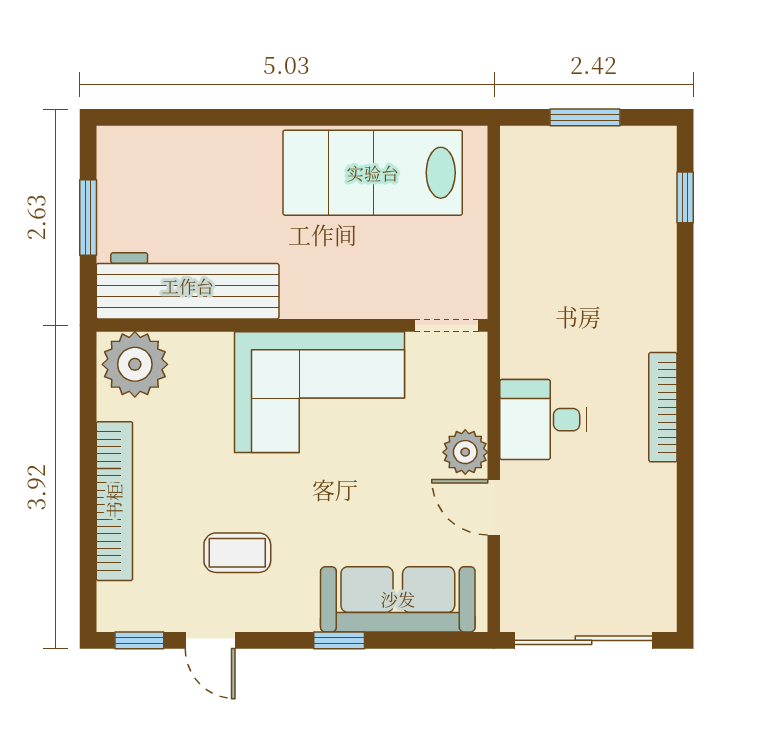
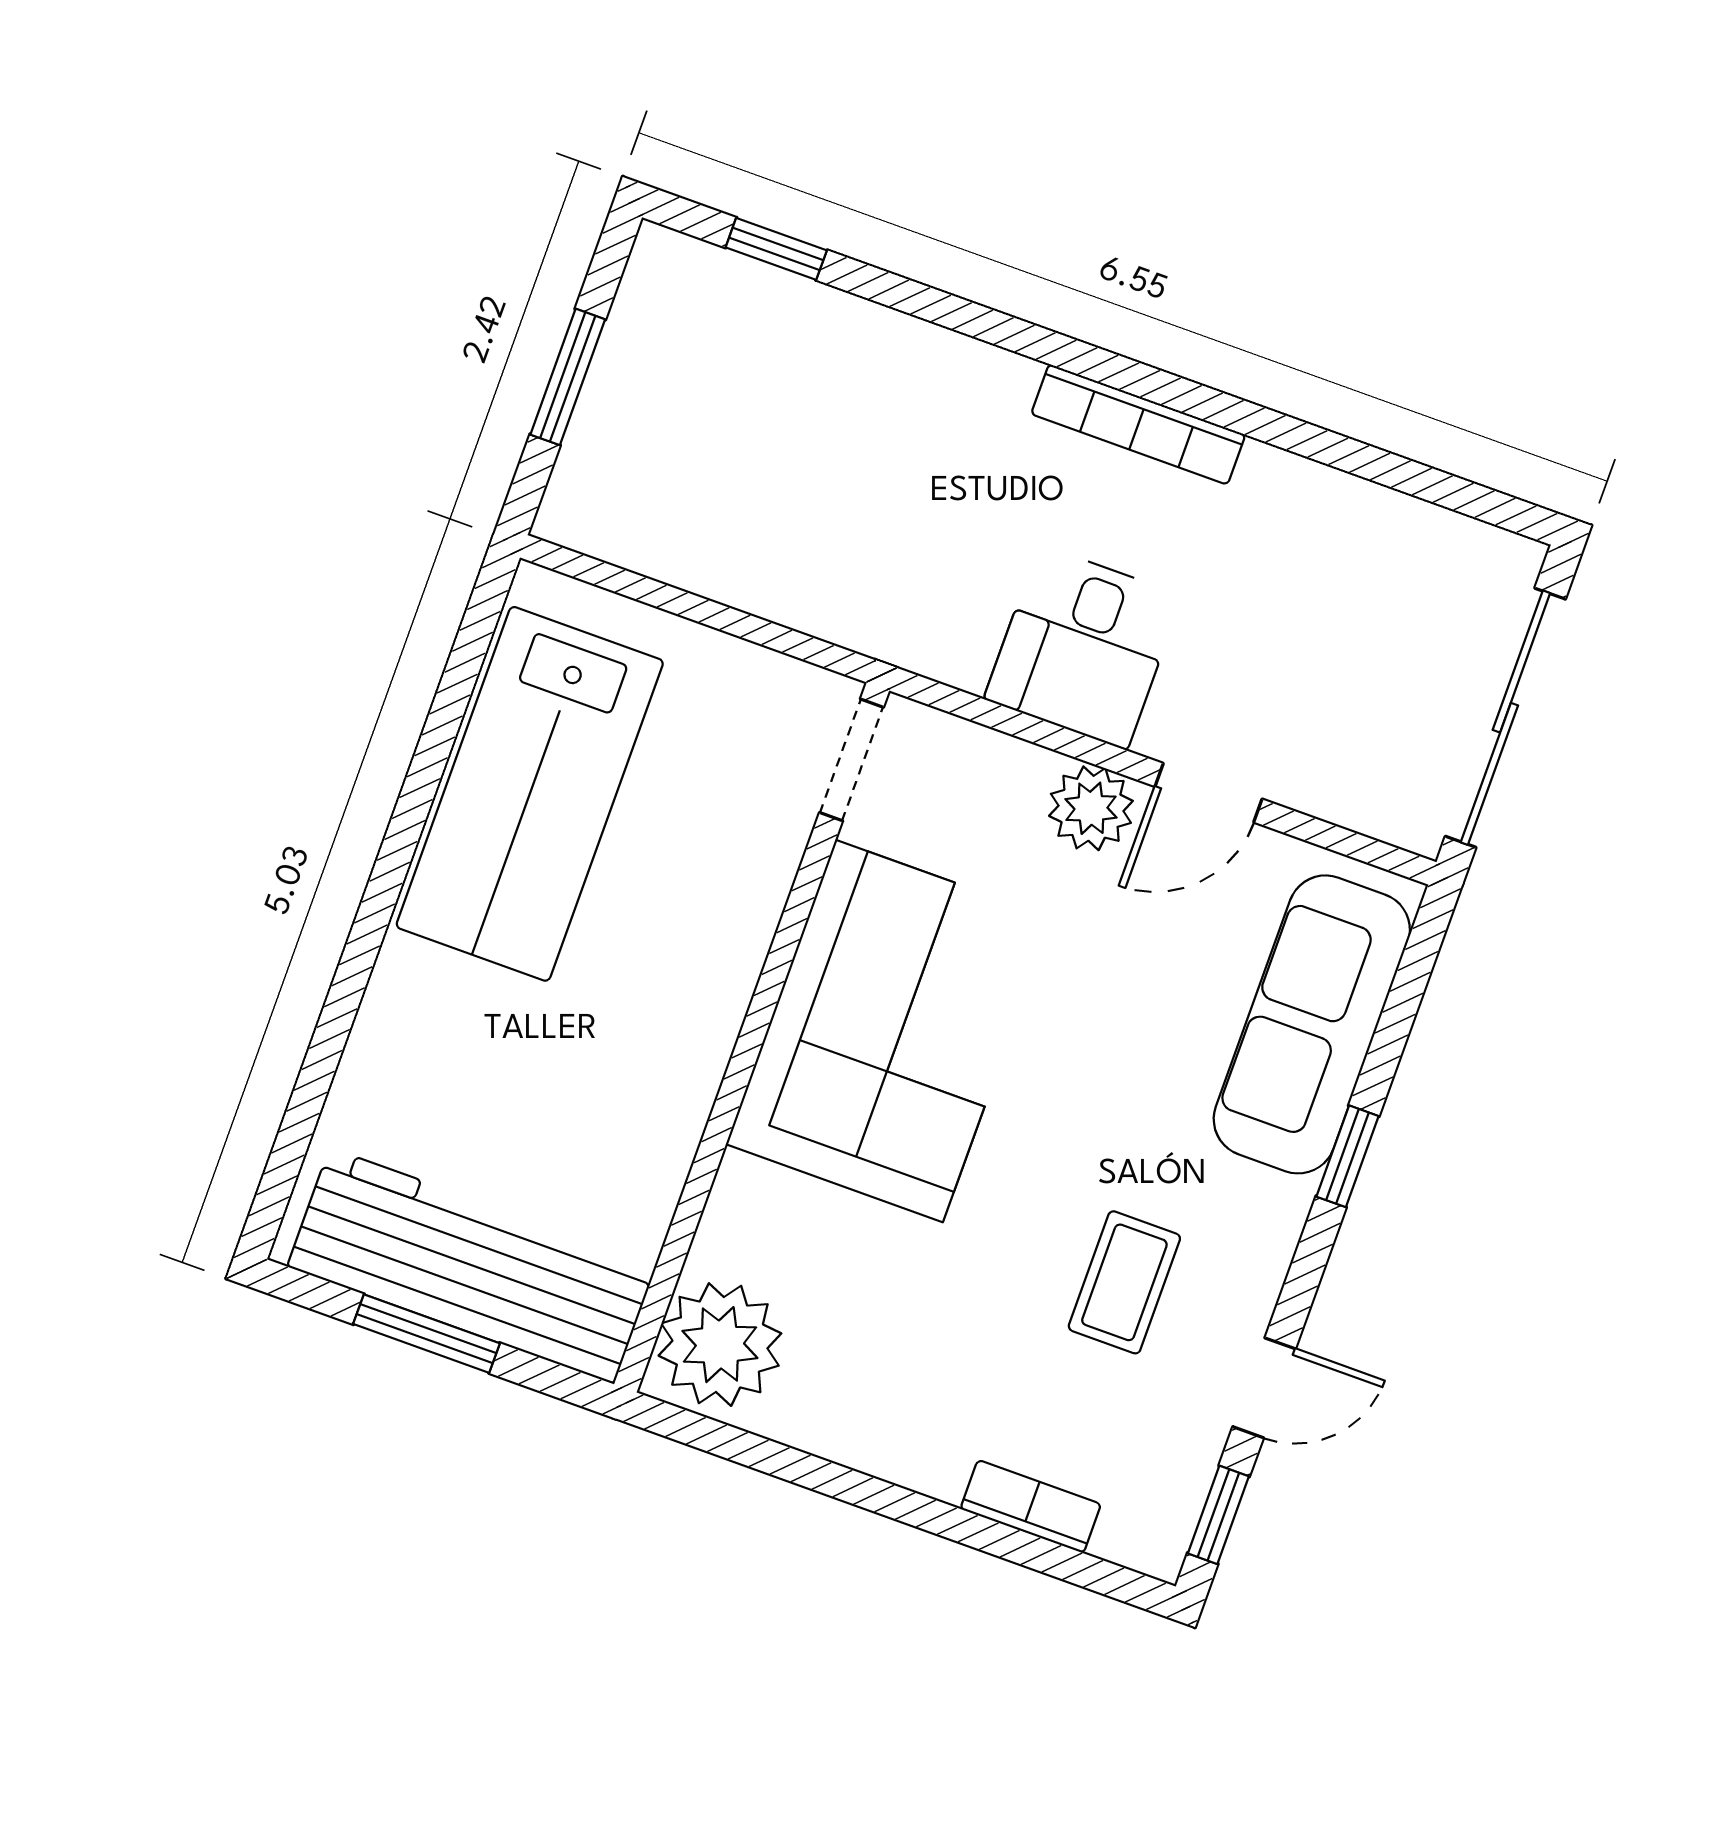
workbench: (188, 286) -> (472, 1266), moved, turned 90
bookcase: (114, 501) -> (1031, 1507), width x0.43, depth x0.76

